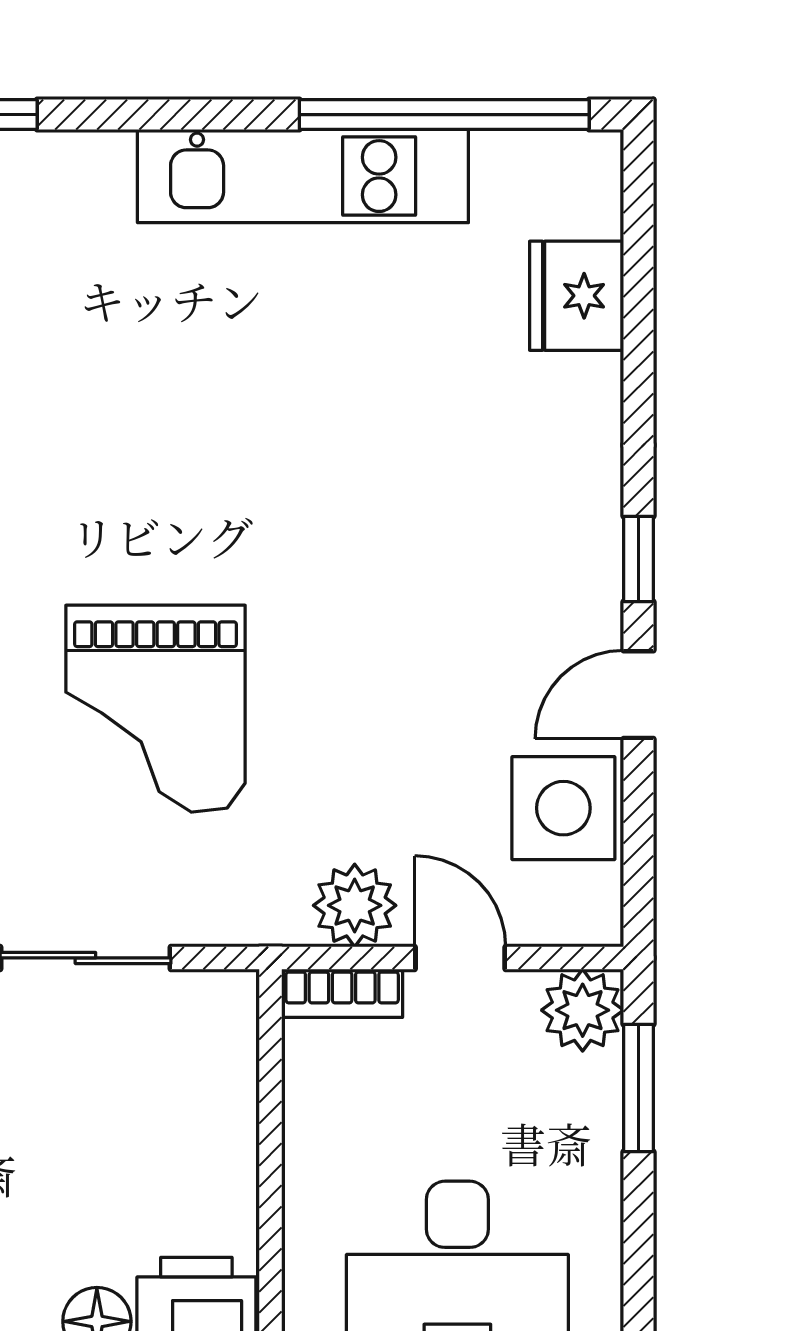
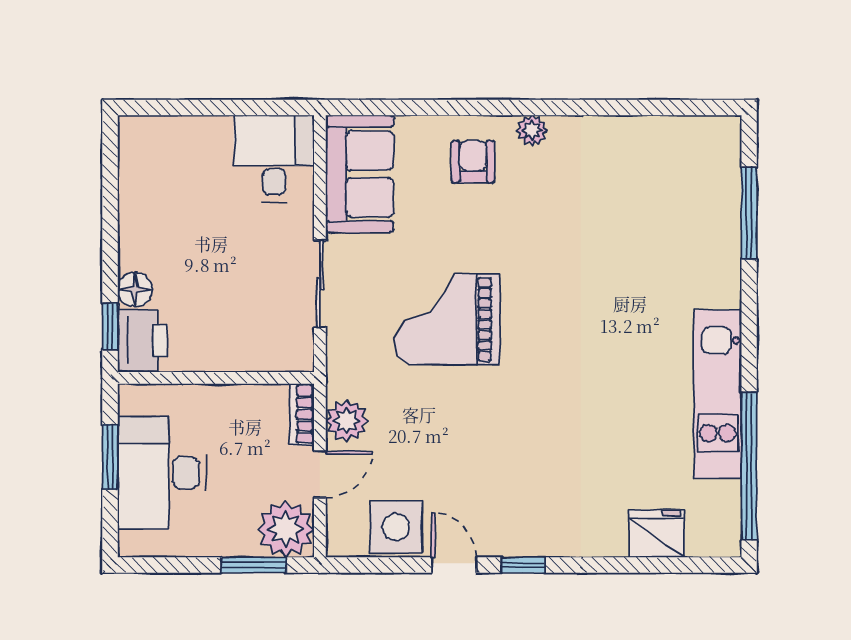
plant: (583, 1010) -> (286, 529), width x1.36, depth x1.36

